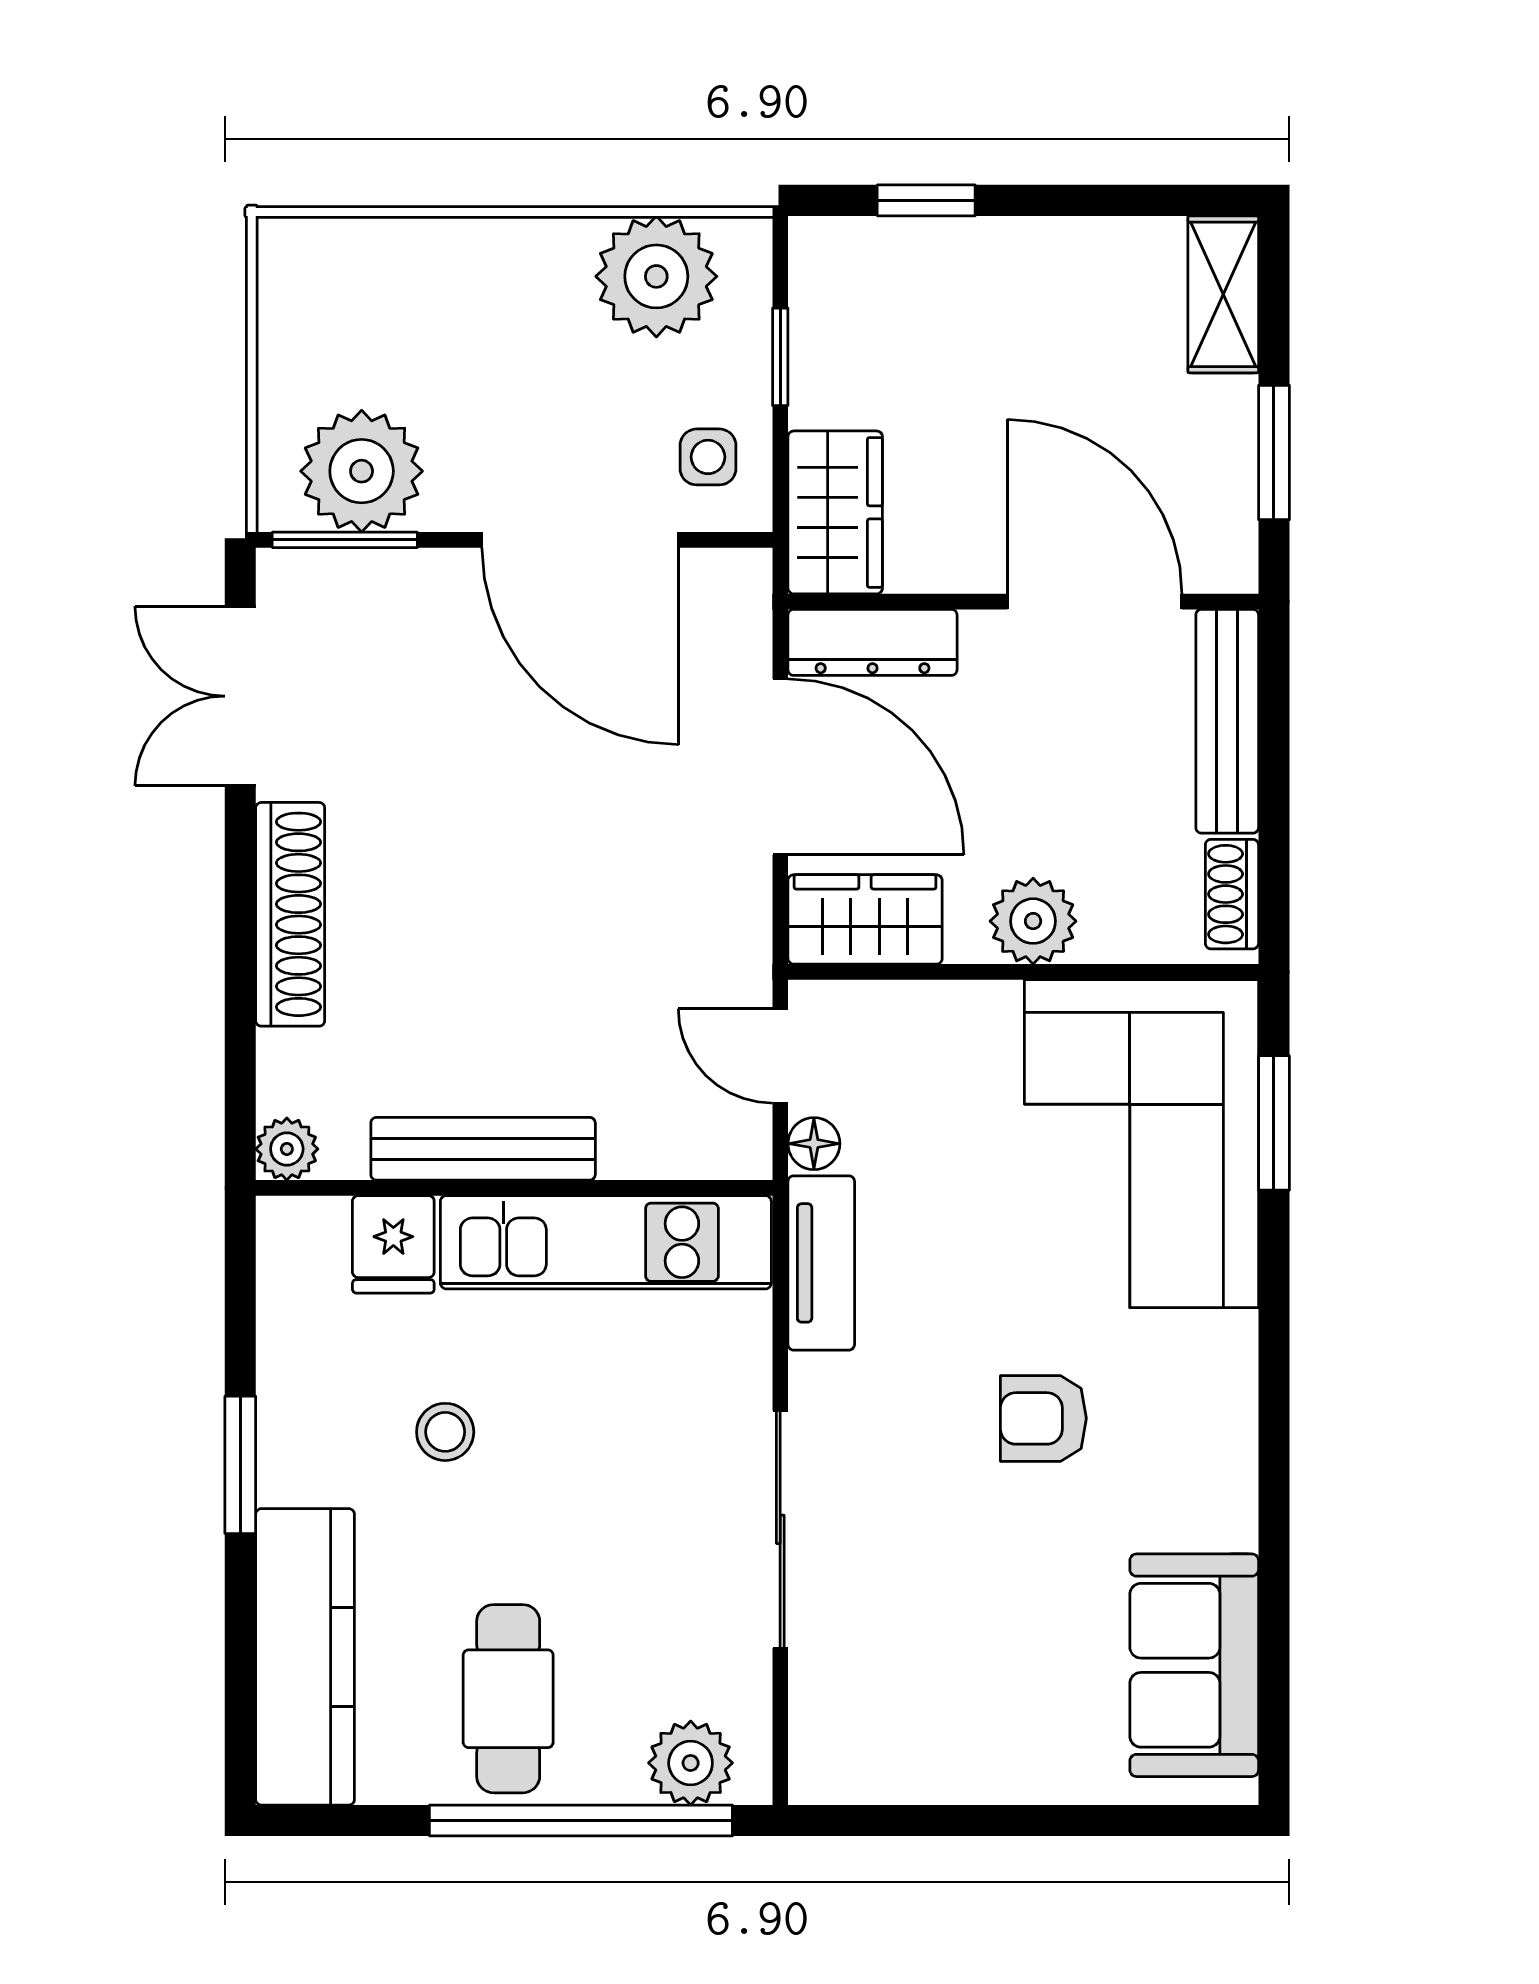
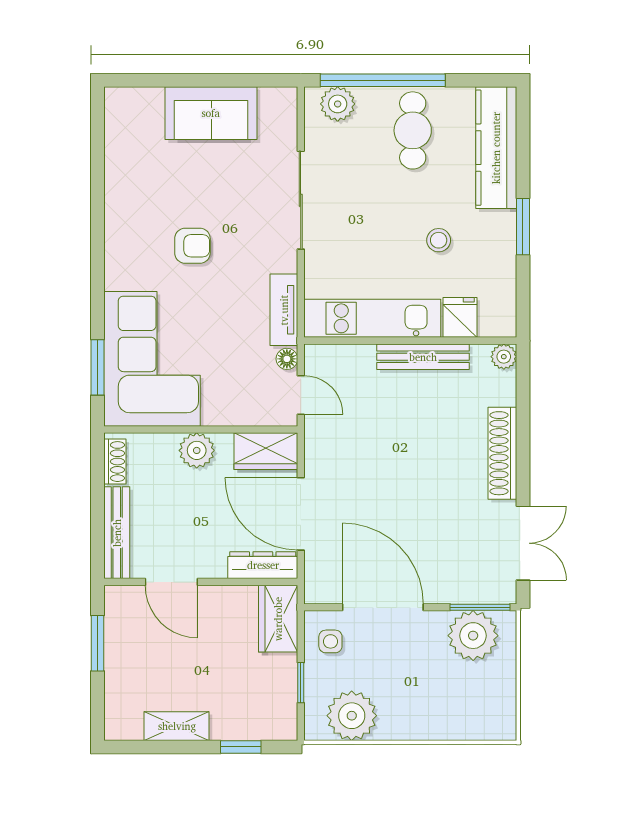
shelving: (1223, 294) -> (177, 726), moved, turned 90
door: (1095, 602) -> (171, 582), width x0.73
sofa: (1194, 1665) -> (211, 113), moved, turned 90

